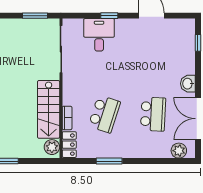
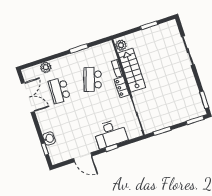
desk: (99, 35) -> (110, 134), width x1.37
washbasin: (188, 84) -> (49, 139), moved
locker: (69, 145) -> (122, 87), moved
plant: (179, 151) -> (46, 67), moved

